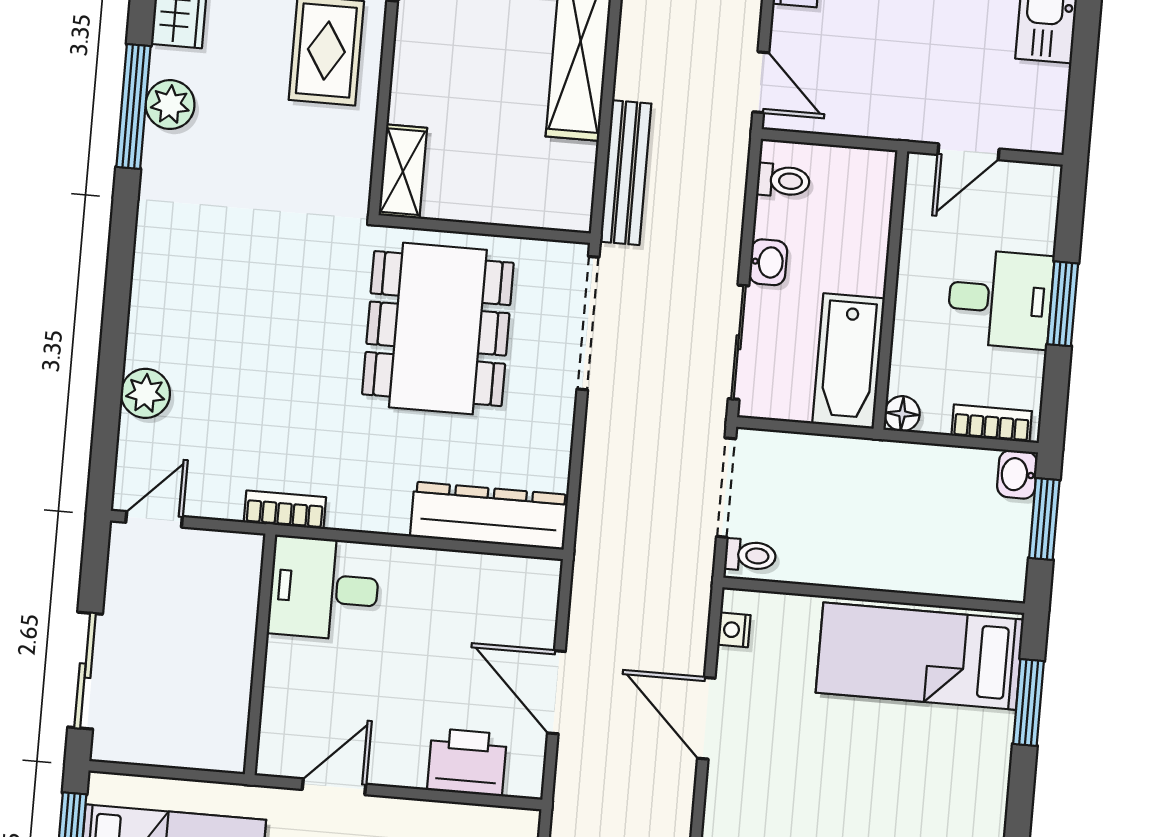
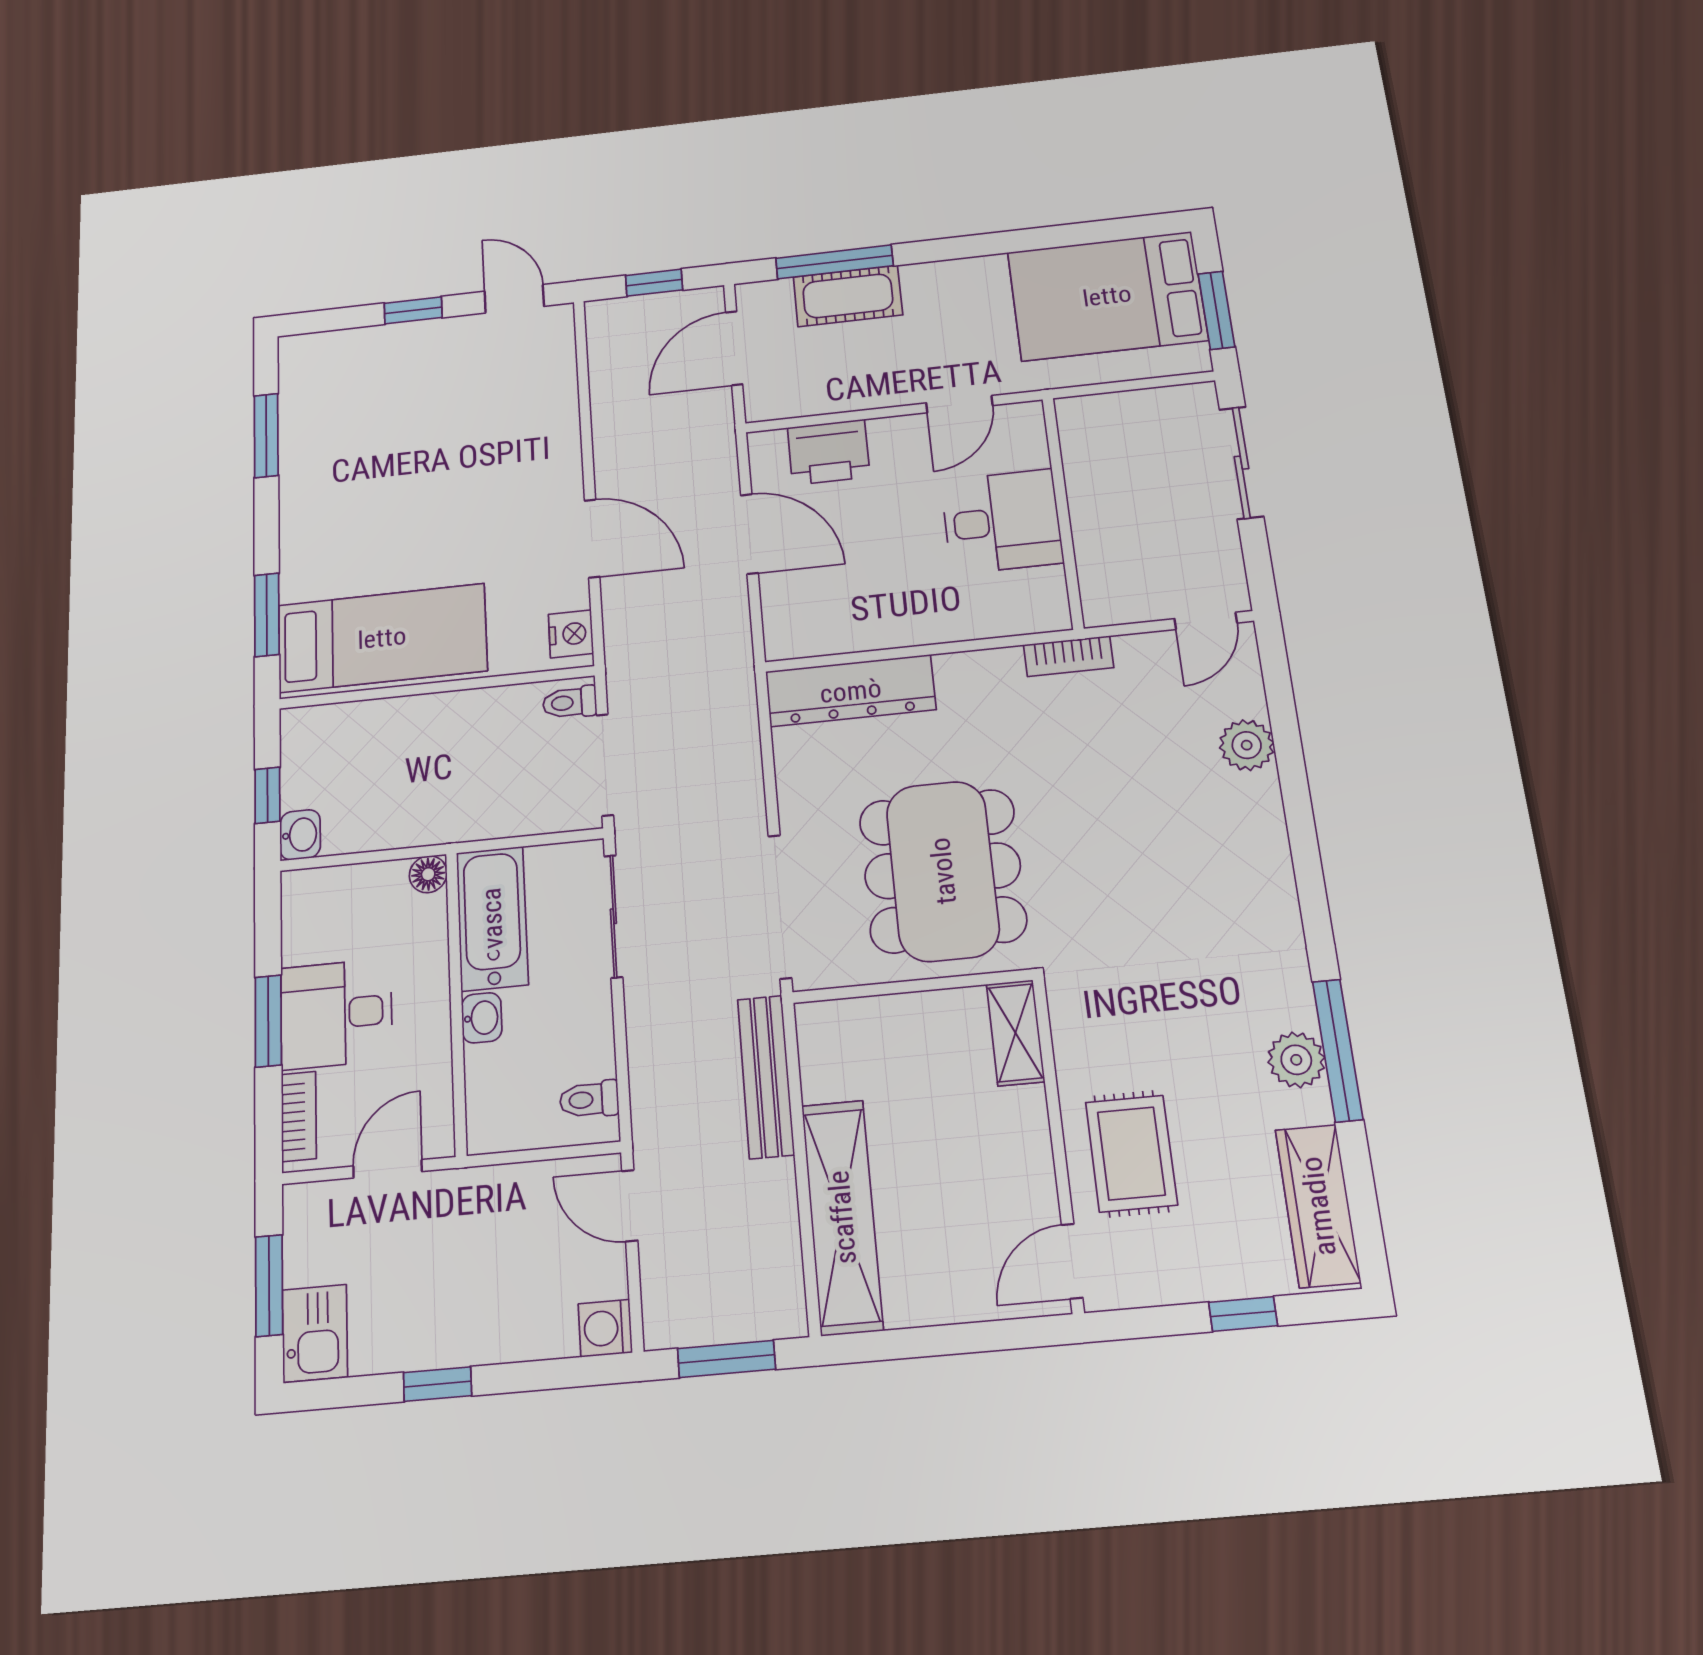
window: (1083, 69) -> (269, 1285), added
washbasin: (768, 262) -> (482, 1018), moved, turned 180
bookcase: (992, 423) -> (299, 1116), moved, turned -90
window: (1044, 519) -> (267, 795), width x0.67
desk: (324, 588) -> (1002, 521), moved
nightstand: (734, 630) -> (571, 634), width x1.39, depth x1.35

